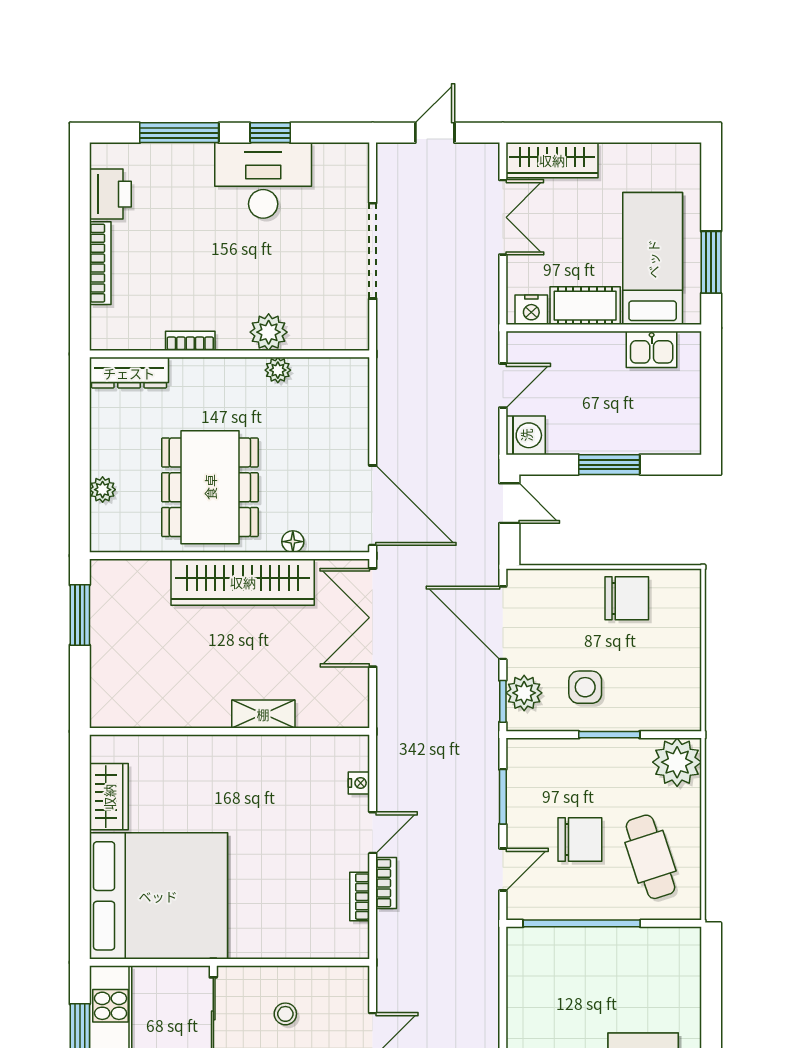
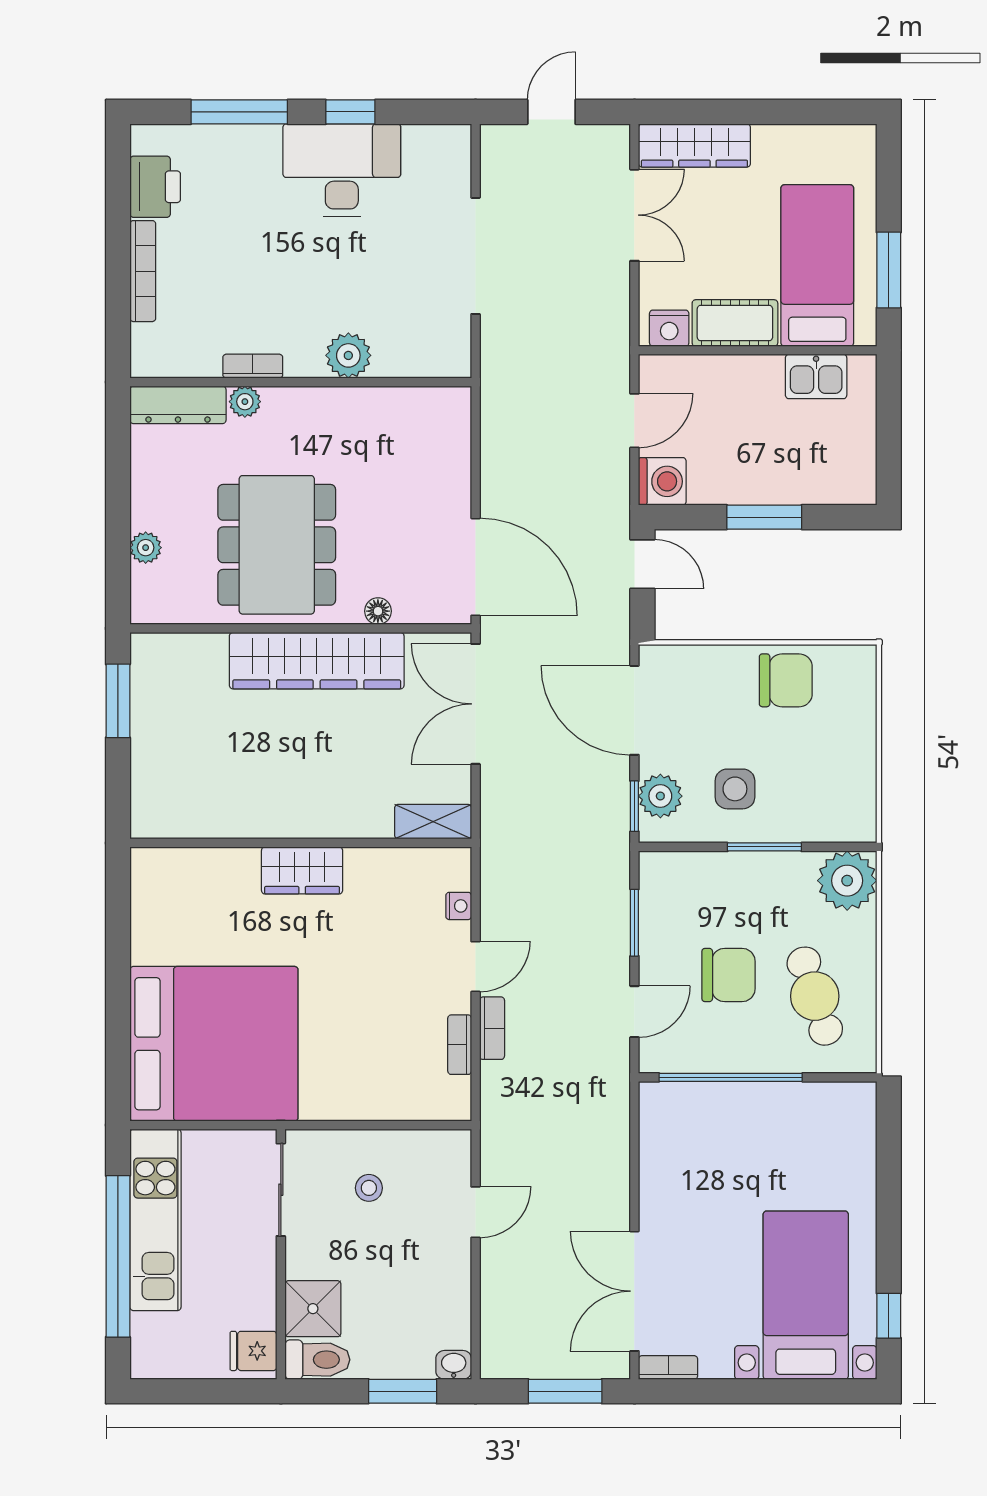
plant: (278, 370) -> (245, 402), moved
shelving: (263, 714) -> (433, 822), moved
wardrobe: (109, 797) -> (302, 870), moved, turned 90

